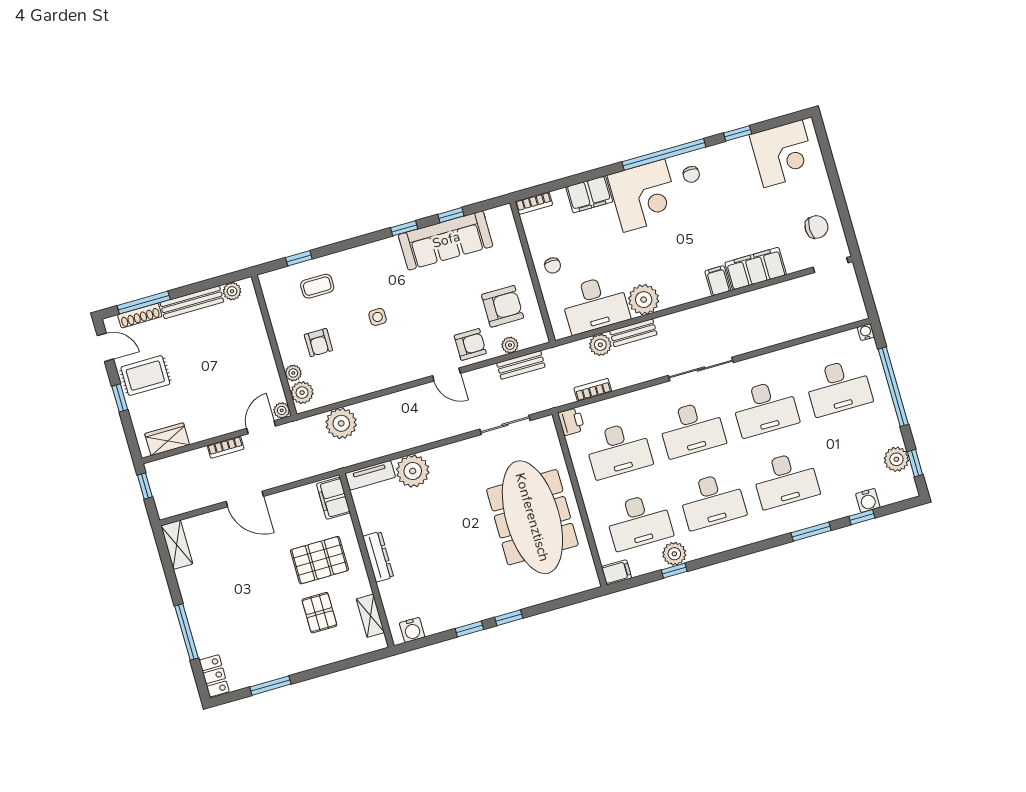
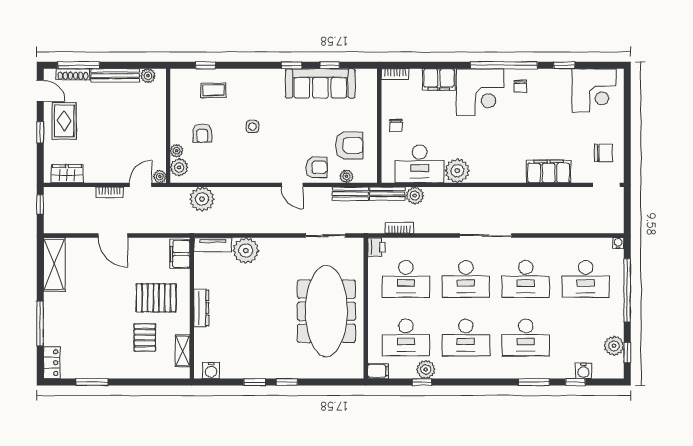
filing cabinet: (718, 281) -> (517, 172), removed
bench: (633, 333) -> (387, 194), moved
rug: (145, 376) -> (64, 121), turned 90
shelving: (177, 545) -> (54, 265), width x1.50, depth x1.33

